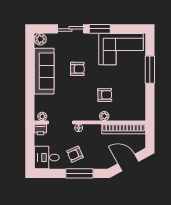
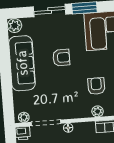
armchair: (105, 95) -> (96, 86), turned -89

